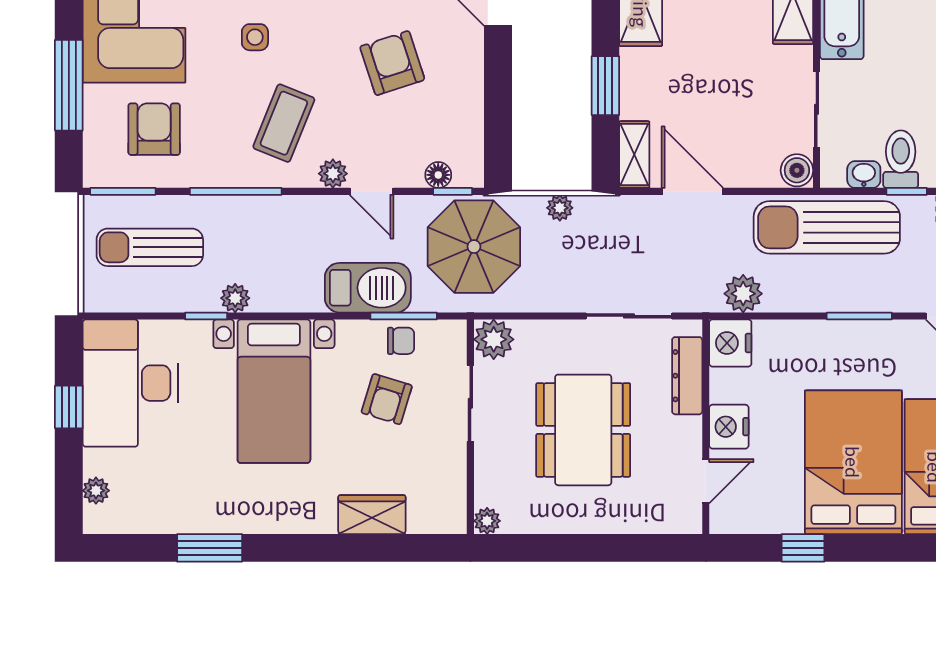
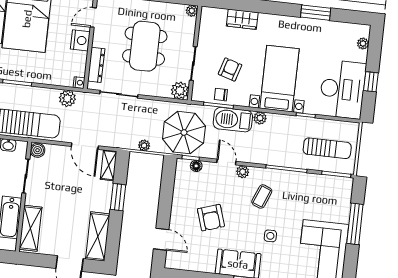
coffee table: (284, 123) -> (262, 196), width x0.73, depth x0.77
armchair: (154, 129) -> (319, 200), removed
plant: (235, 298) -> (260, 118), moved
nightstand: (730, 343) -> (79, 83), width x0.53, depth x0.56

